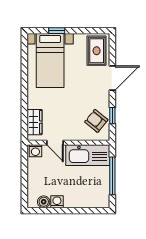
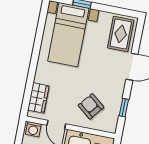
armchair: (96, 121) -> (91, 106), moved

